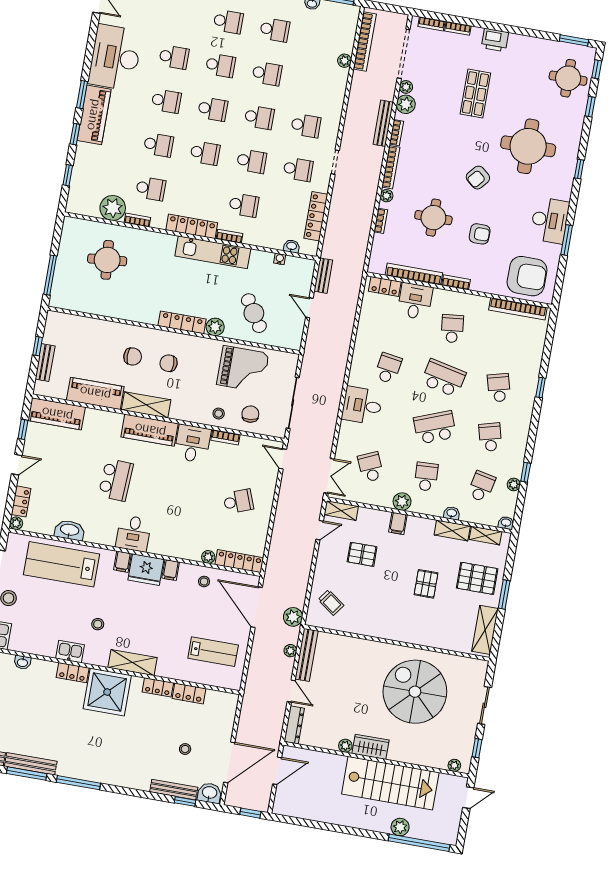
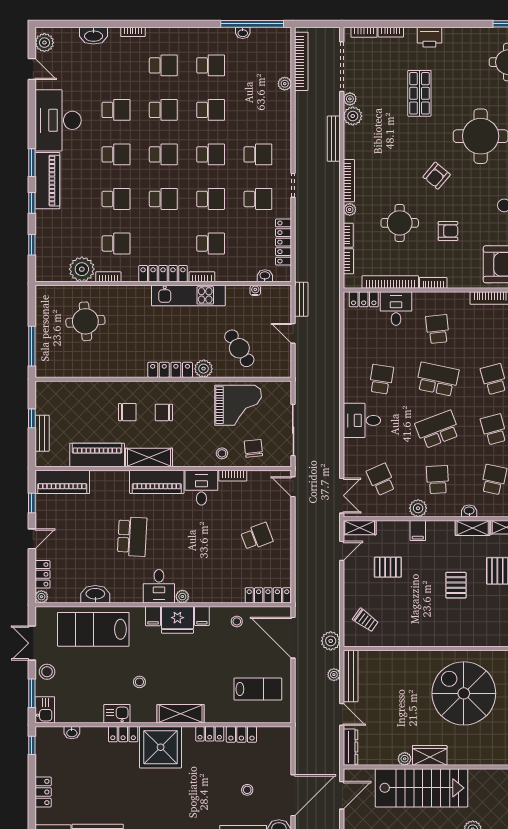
bookcase: (396, 133) -> (348, 261), moved
plant: (208, 557) -> (182, 597), moved
stairs: (390, 783) -> (422, 788), moved

